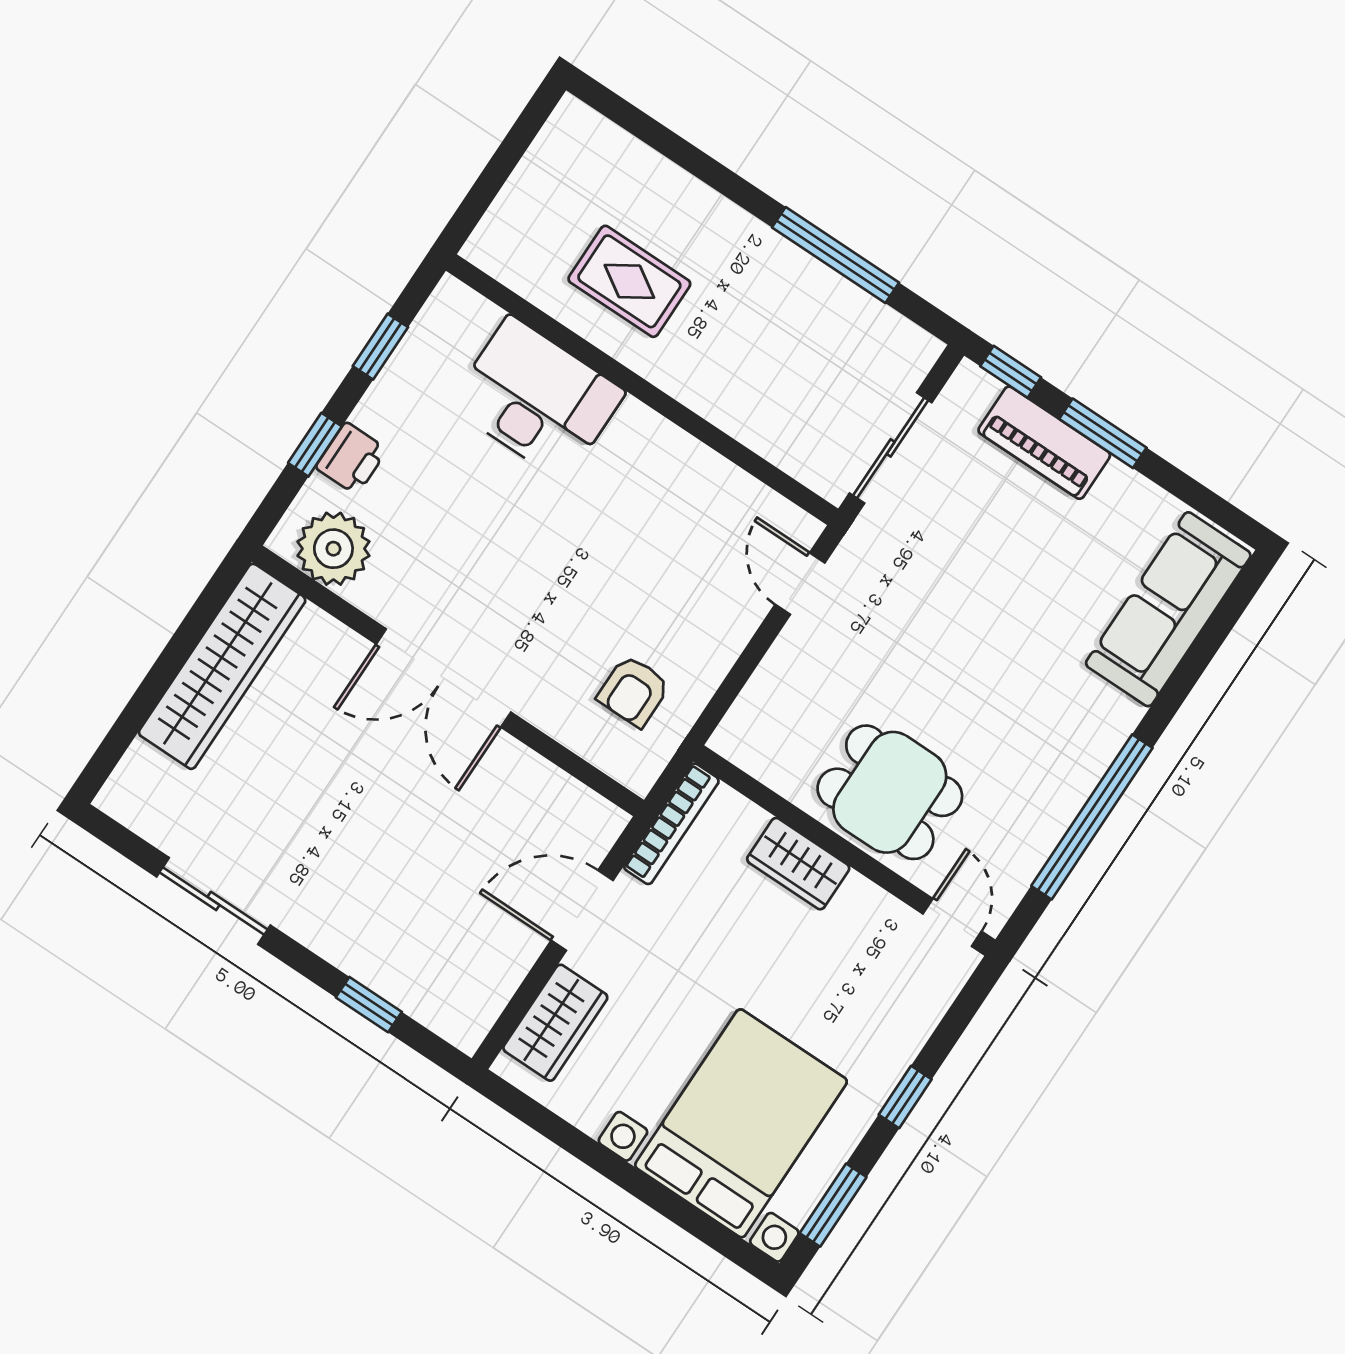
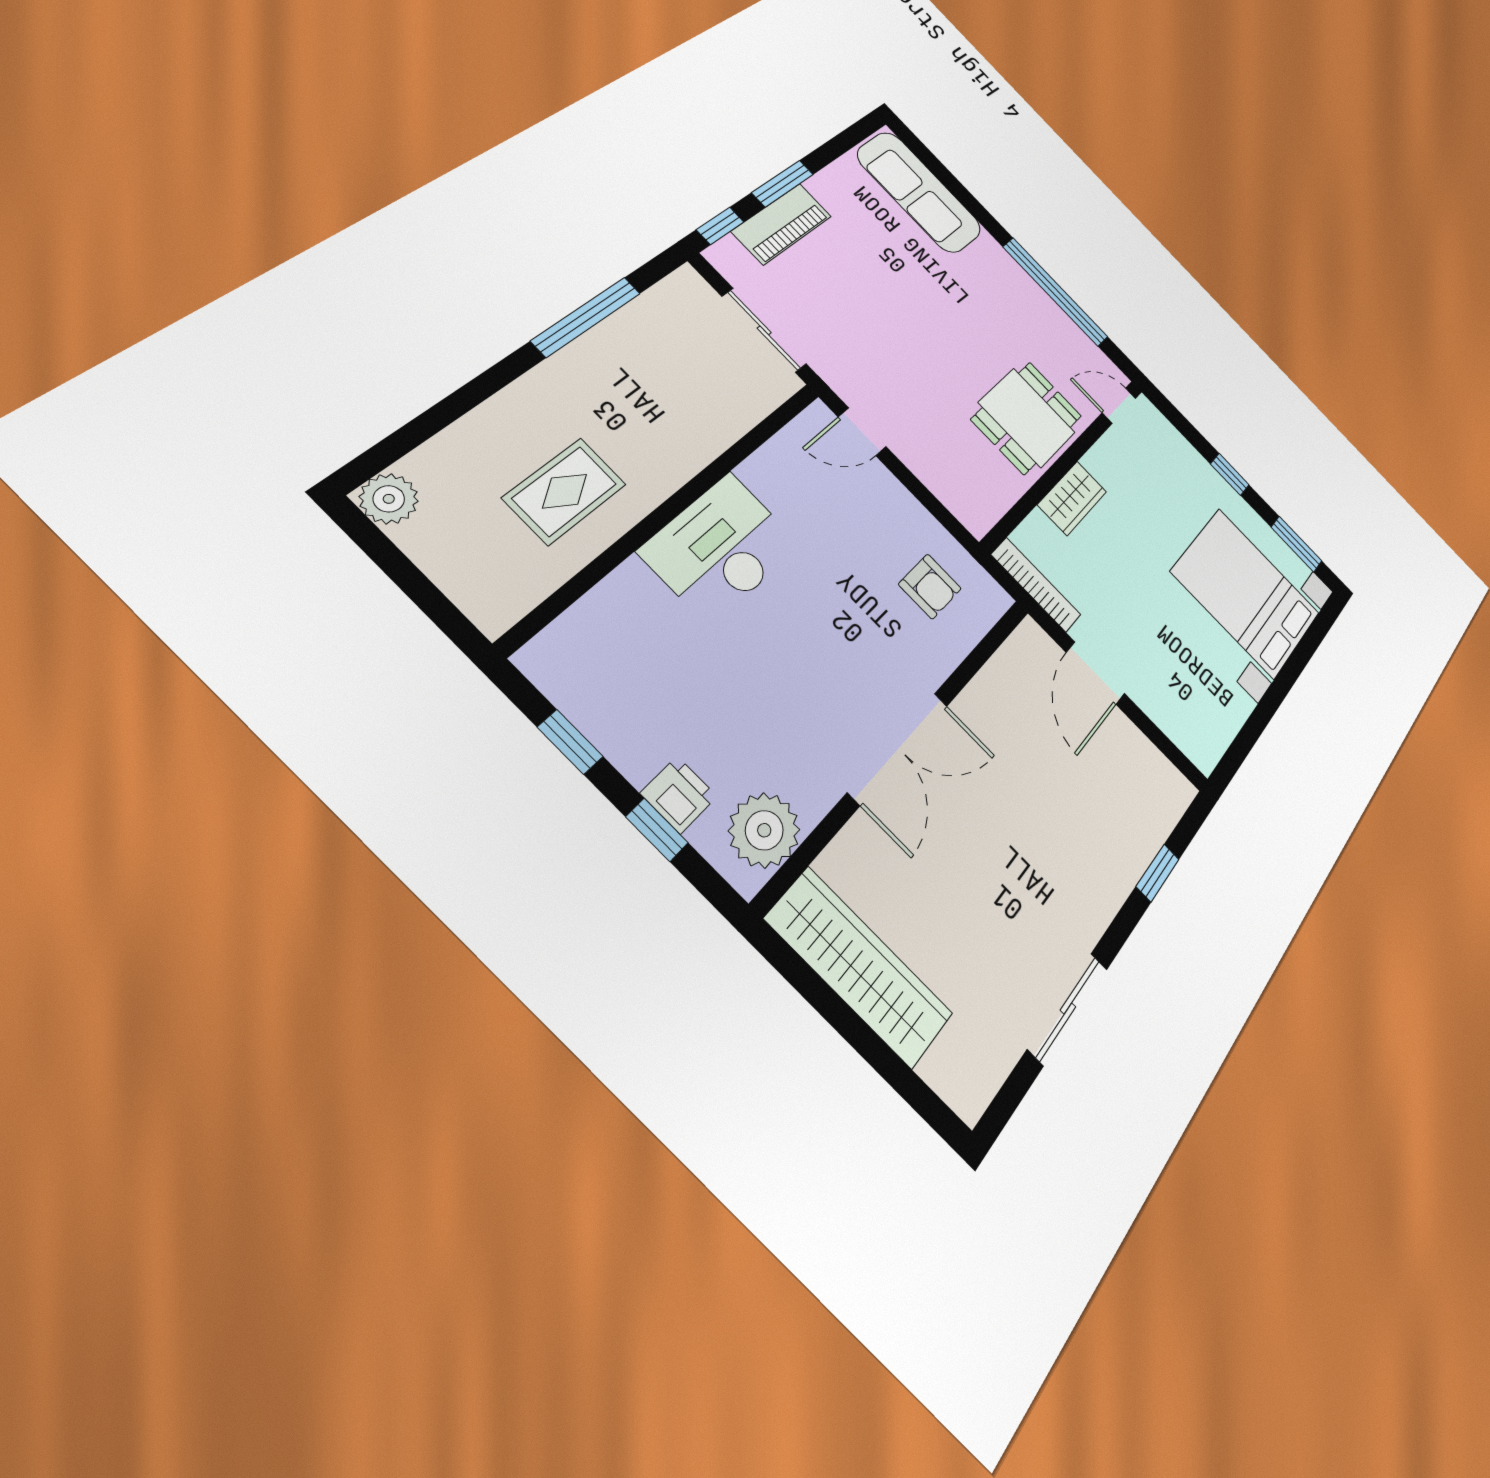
plant: (573, 127) -> (389, 499), added
desk: (537, 399) -> (721, 548), moved
wardrobe: (555, 1023) -> (1176, 716), removed

